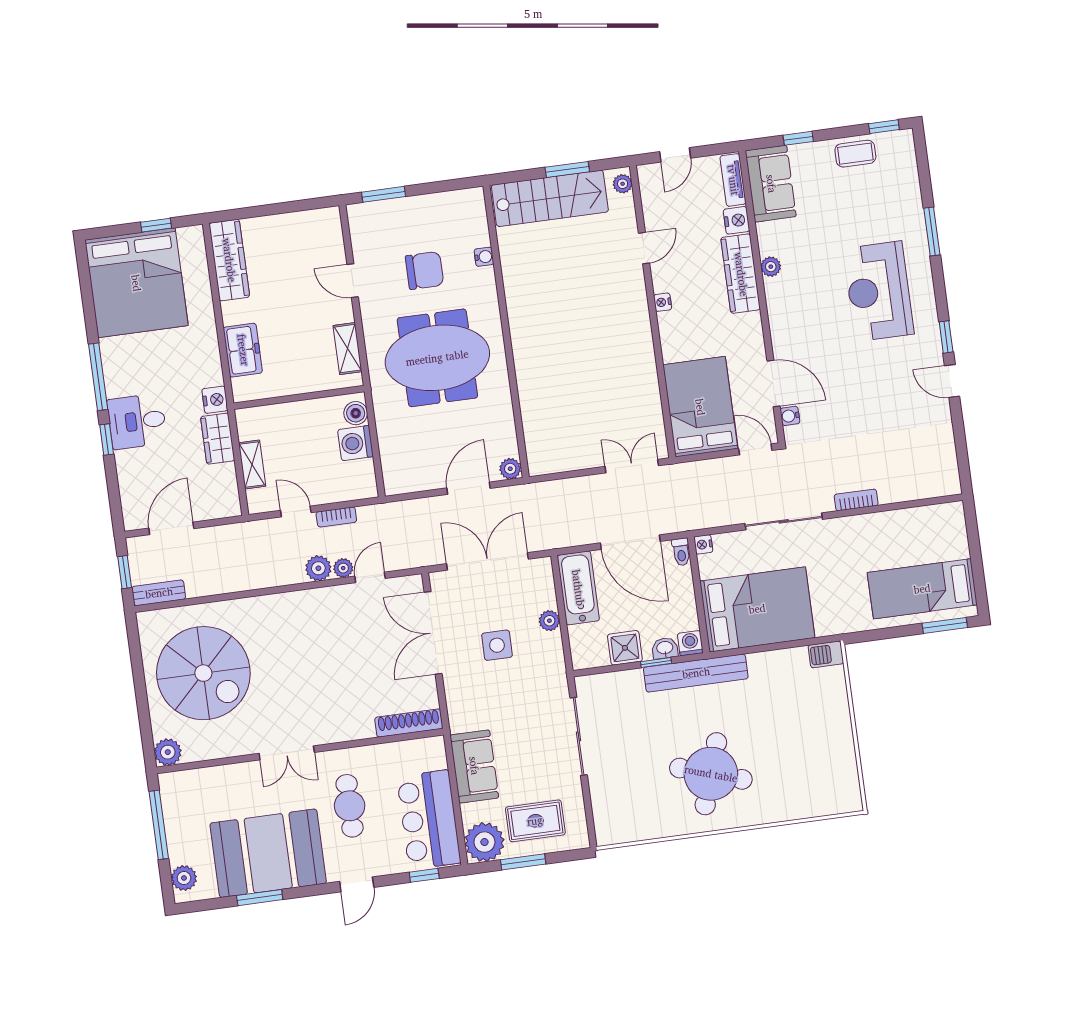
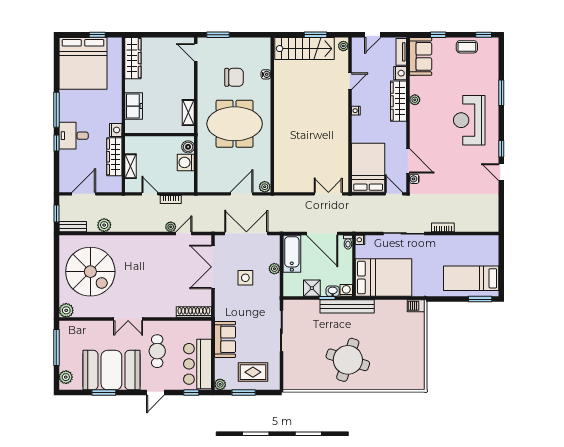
door: (353, 281) -> (196, 52), moved
wardrobe: (218, 439) -> (114, 157), width x1.50
plant: (318, 568) -> (104, 225), moved
plant: (484, 842) -> (220, 384), width x0.53, depth x0.53

